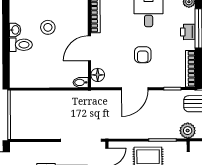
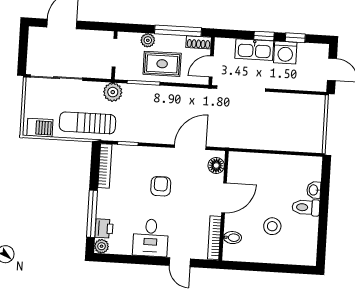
washbasin: (15, 30) -> (314, 190), moved
printer: (188, 32) -> (104, 228), moved
bidet: (81, 82) -> (232, 238), moved
door: (135, 89) -> (190, 147), moved

